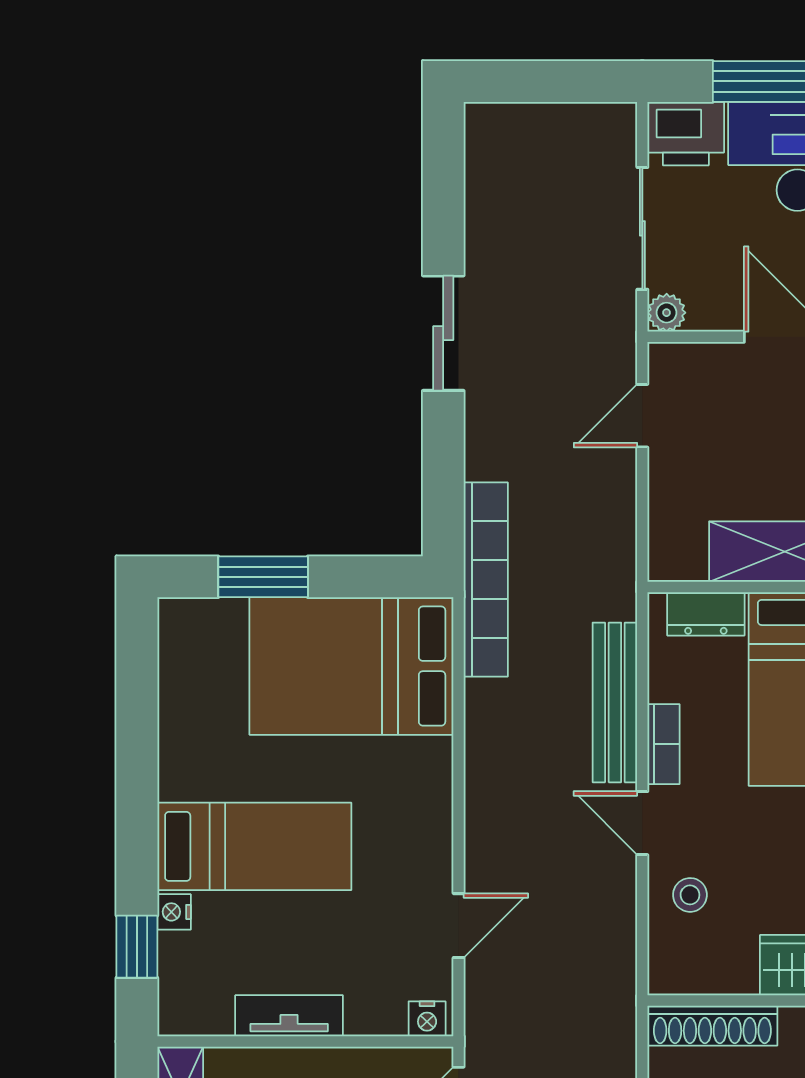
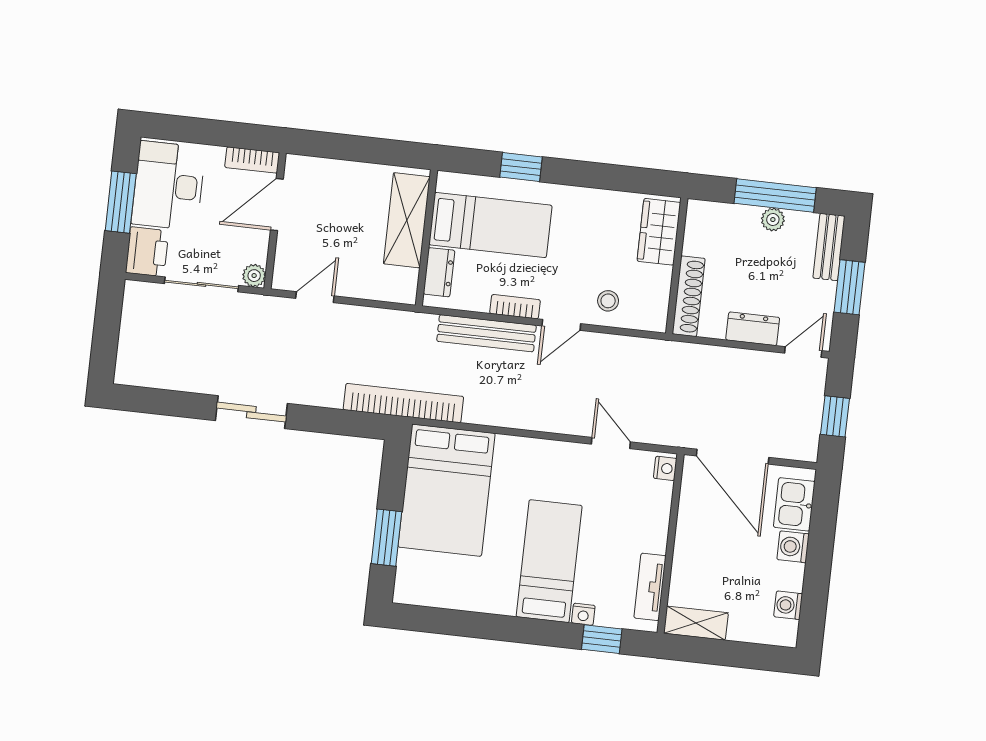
door: (642, 416) -> (315, 297), swing flipped
tv unit: (289, 1016) -> (650, 587), moved

